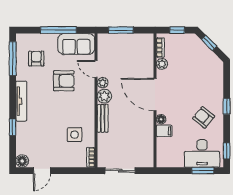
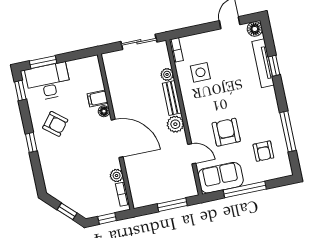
window: (13, 58) -> (288, 131), moved
armchair: (64, 81) -> (226, 132), turned 90
plant: (103, 83) -> (167, 74), moved
tv unit: (21, 101) -> (263, 63), moved

